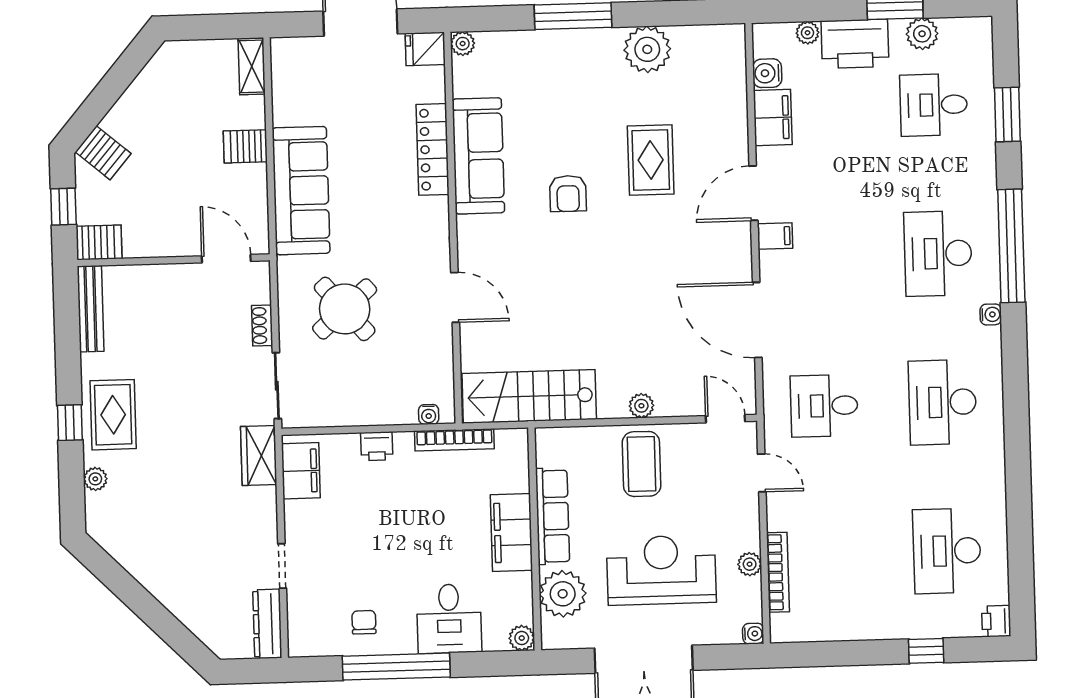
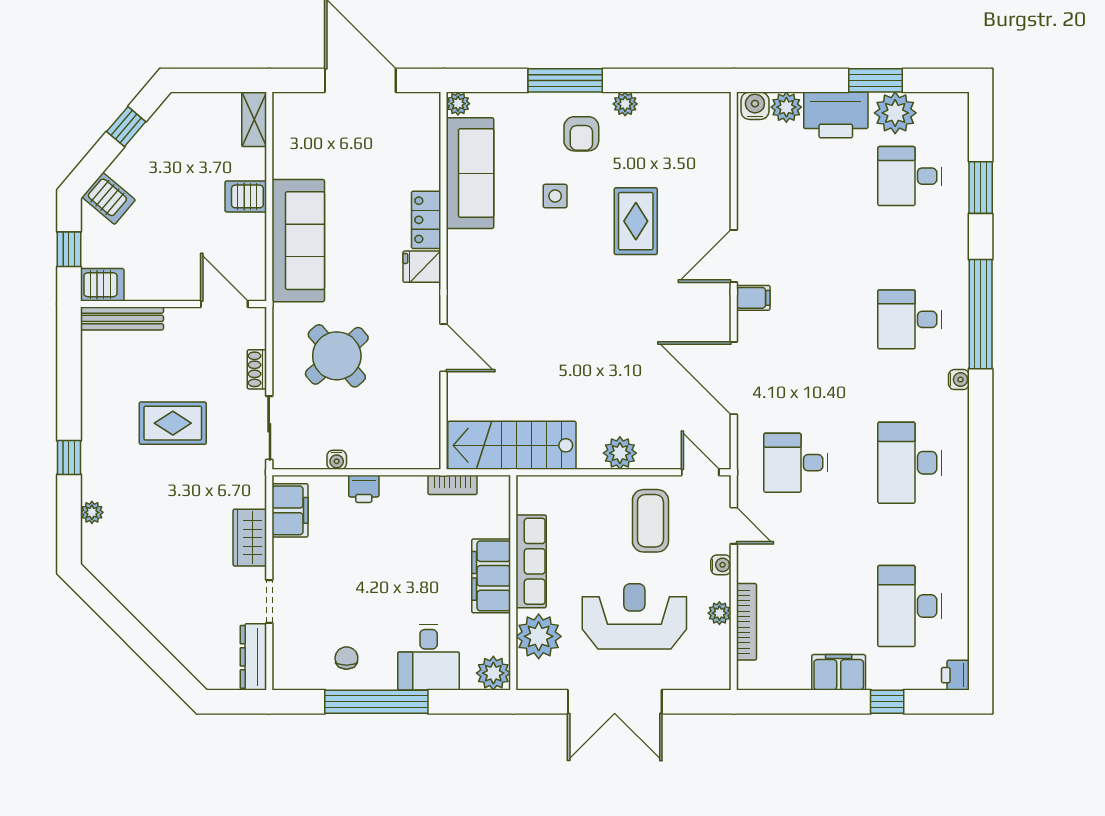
plant: (807, 33) -> (786, 107), width x1.38, depth x1.38
plant: (922, 34) -> (895, 113), width x1.36, depth x1.36
fridge: (425, 49) -> (422, 267), moved
plant: (647, 49) -> (625, 104), width x0.53, depth x0.53
water cooler: (767, 73) -> (755, 106), moved, turned 90
window: (119, 78) -> (126, 127), added
filing cabinet: (773, 118) -> (839, 672), moved, turned -90
side table: (566, 136) -> (555, 196), added
locker: (433, 149) -> (426, 220), width x0.66
sofa: (478, 156) -> (470, 173), moved
armchair: (568, 194) -> (581, 134), moved
desk: (938, 254) -> (910, 319), width x0.73
bench: (91, 309) -> (122, 318), moved, turned 90
plant: (641, 406) -> (620, 453), width x1.38, depth x1.38
water cooler: (429, 414) -> (337, 460), moved
rug: (113, 415) -> (173, 423), moved, turned 90
bookcase: (454, 440) -> (452, 485), width x0.64
wardrobe: (259, 456) -> (250, 538), moved
coffee table: (642, 464) -> (650, 521), moved
water cooler: (753, 634) -> (721, 565), moved
plant: (522, 638) -> (493, 673), width x1.38, depth x1.38

